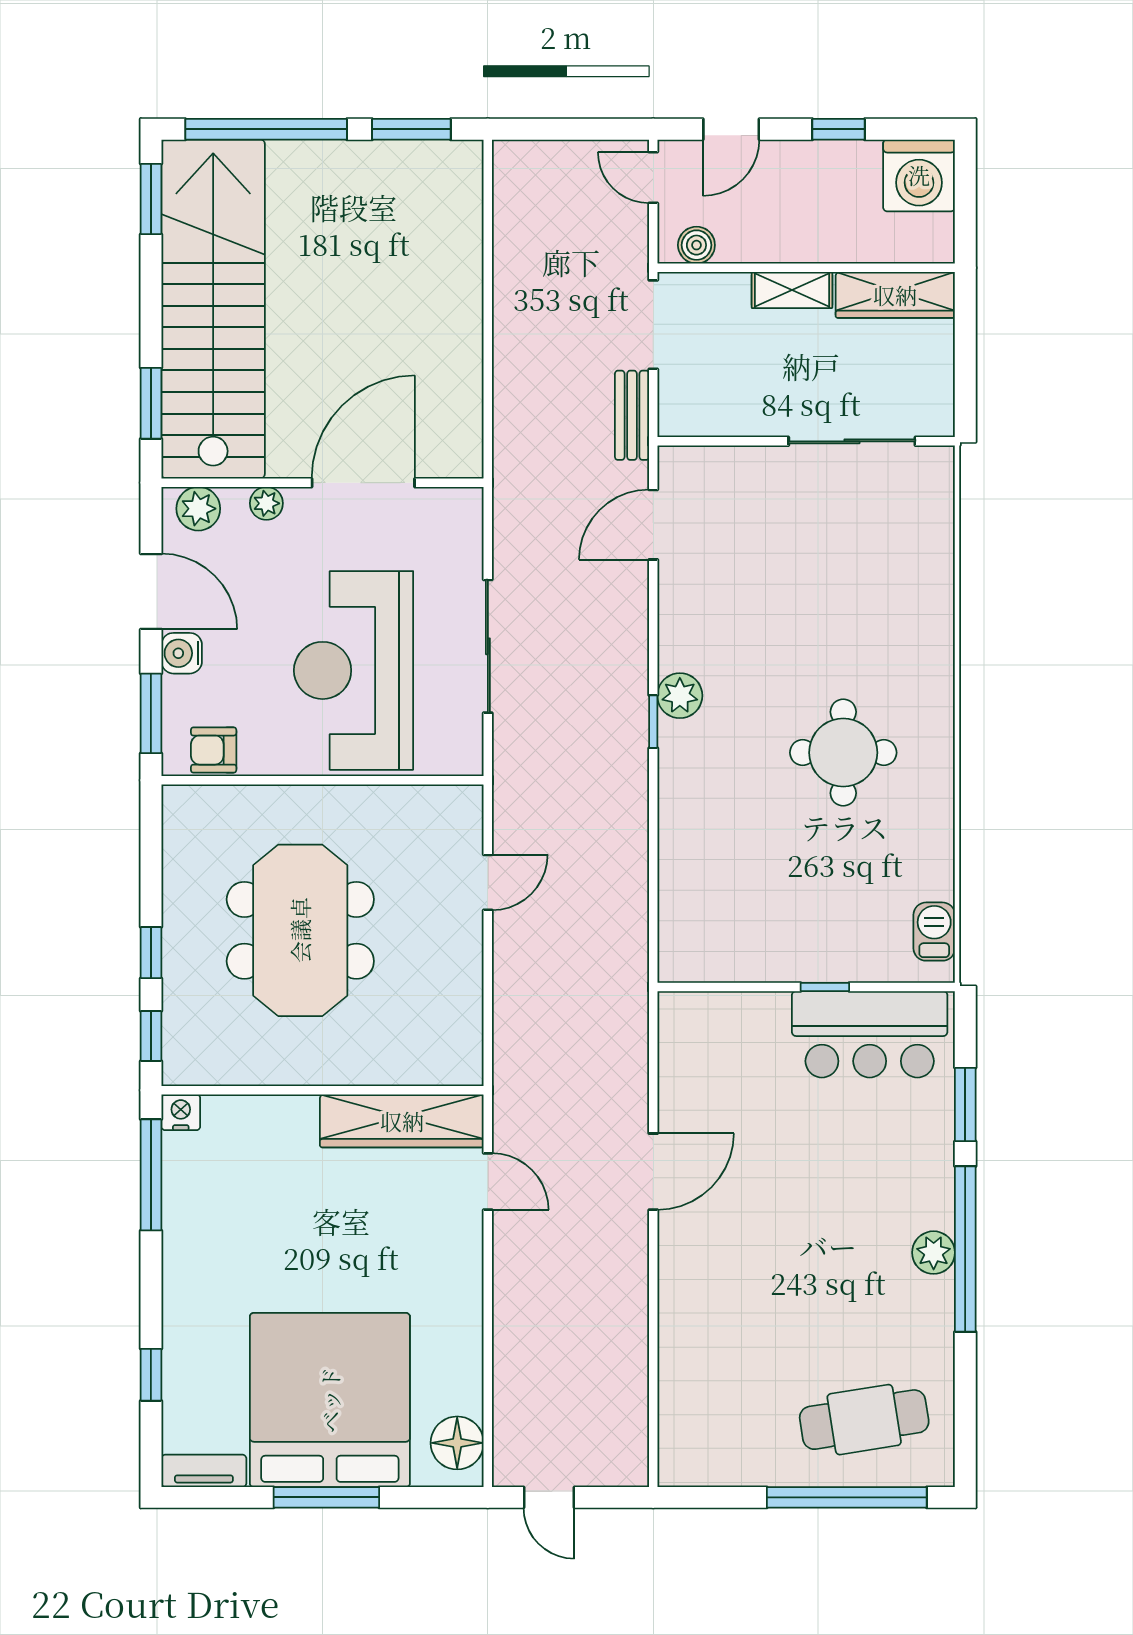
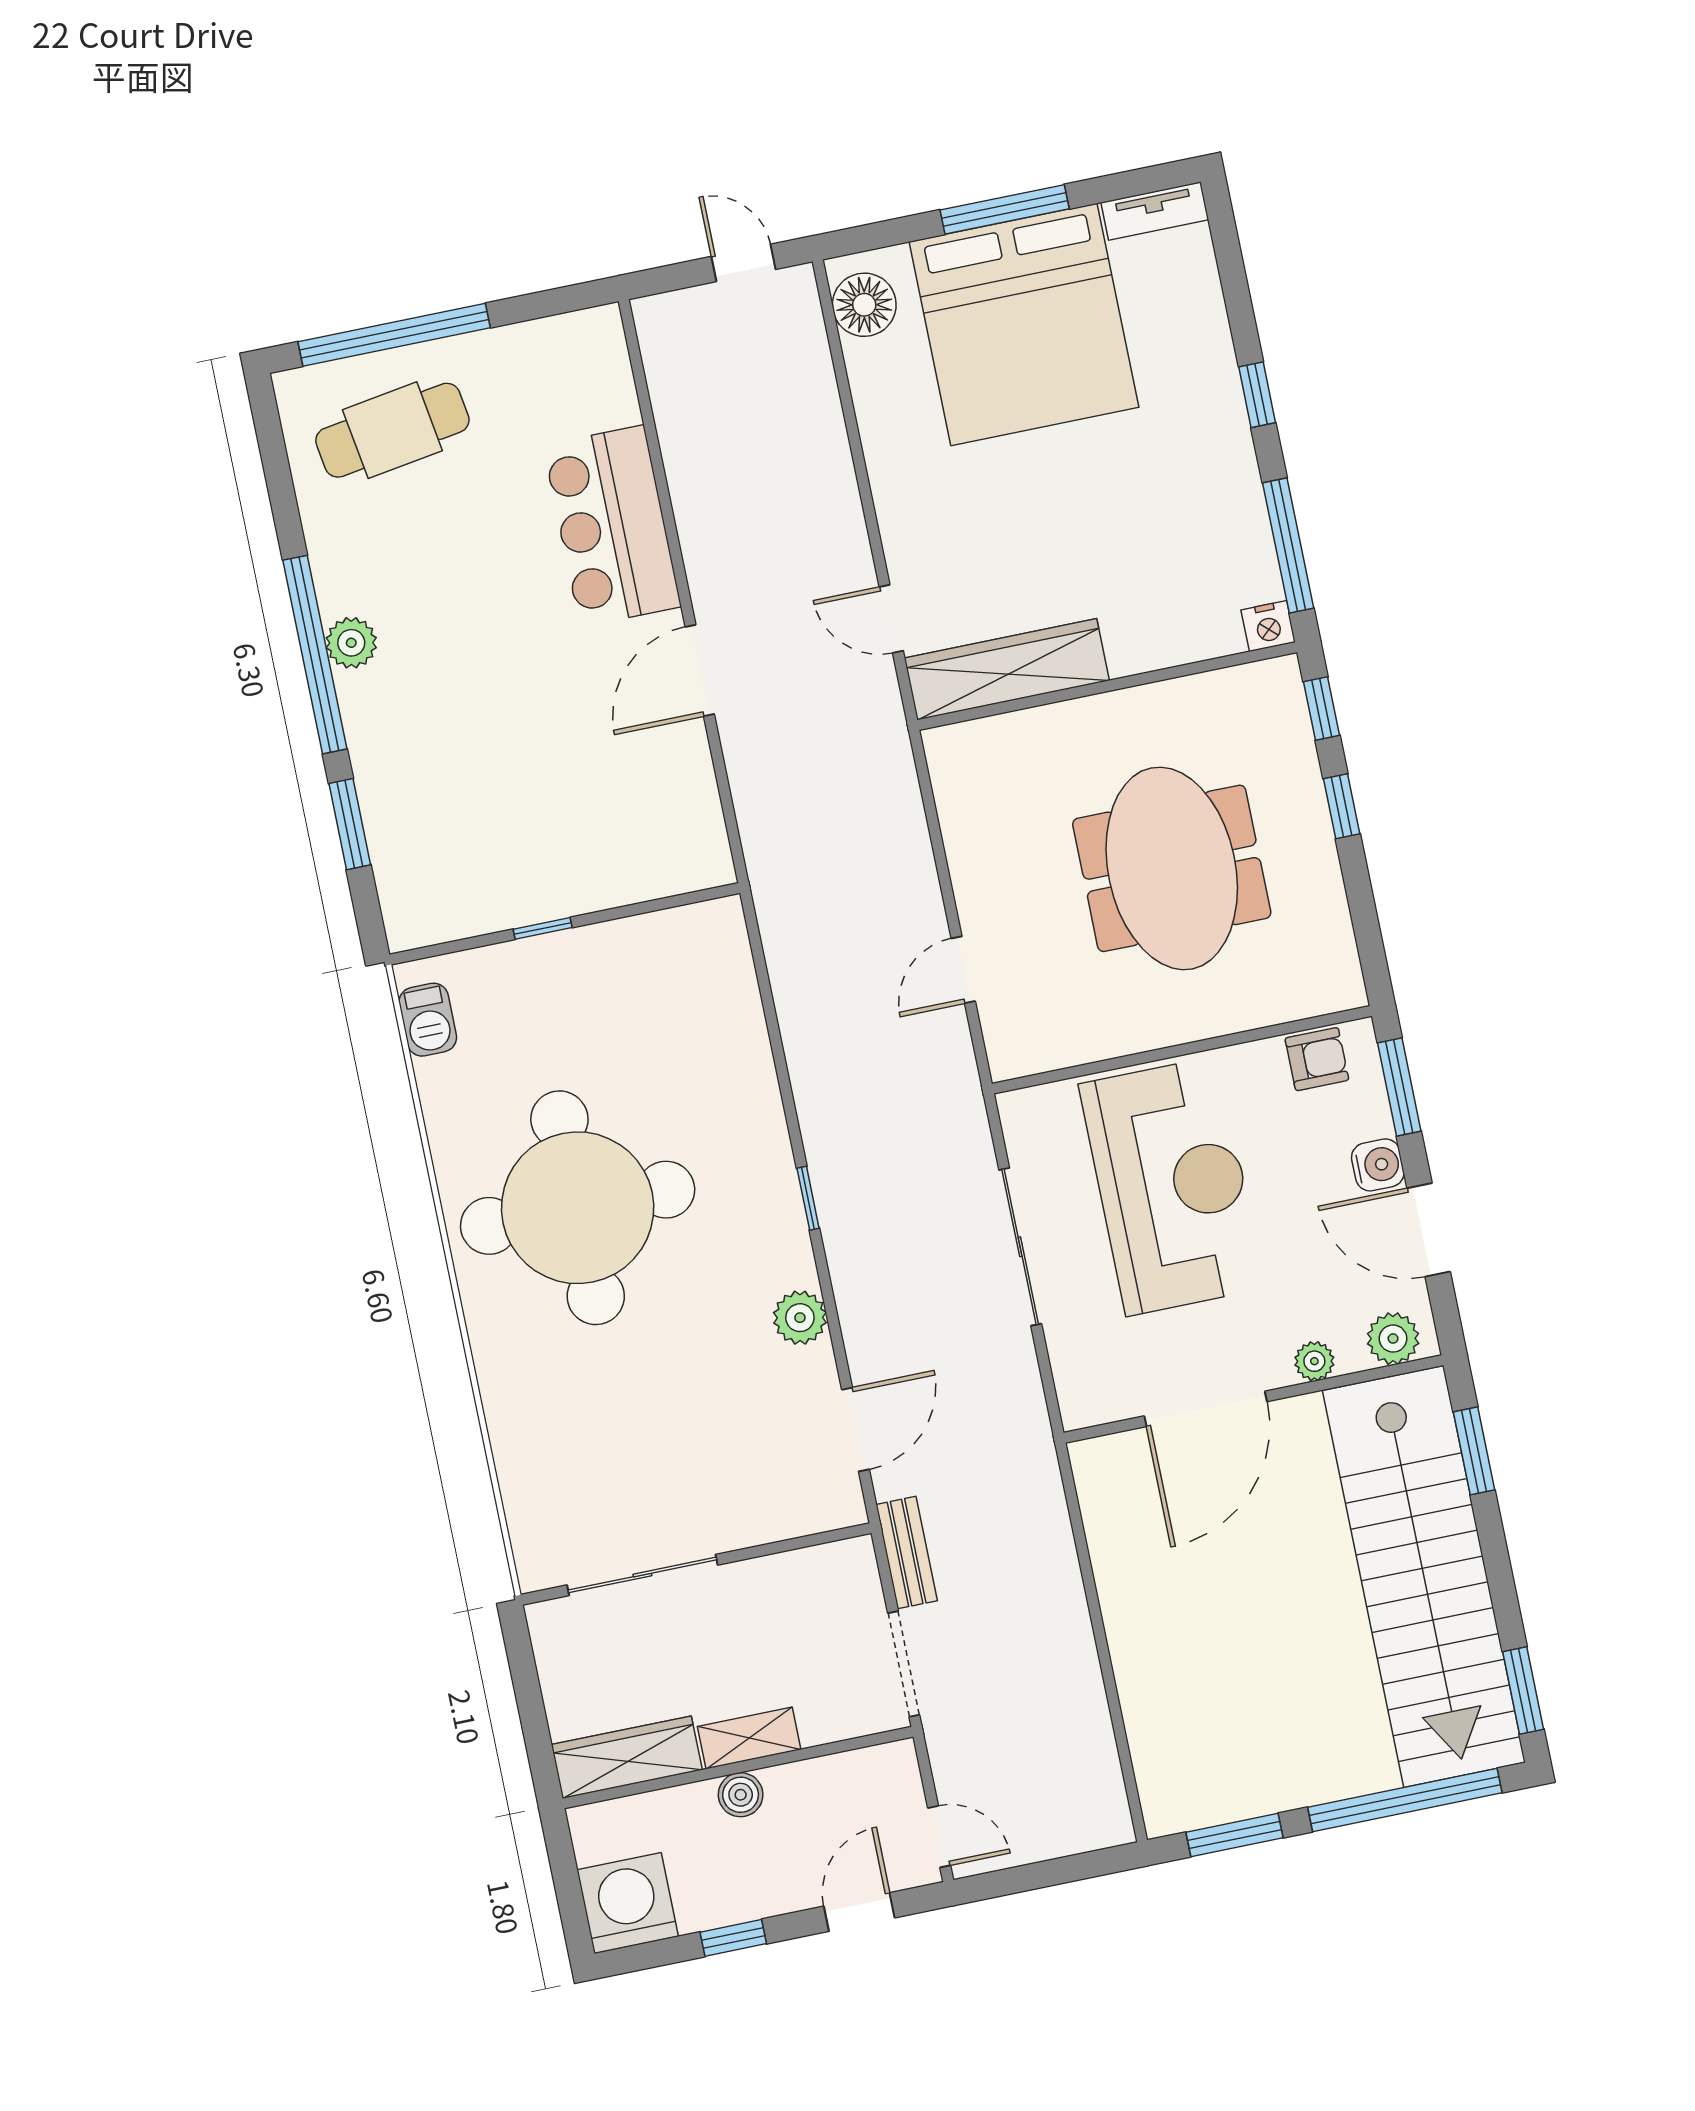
boiler: (696, 245) -> (741, 1795), moved
plant: (680, 696) -> (800, 1318), moved
round table: (843, 753) -> (578, 1208), width x1.86, depth x1.86
bar counter: (870, 1034) -> (612, 526), moved, turned -90
window: (151, 1375) -> (1257, 395), moved

